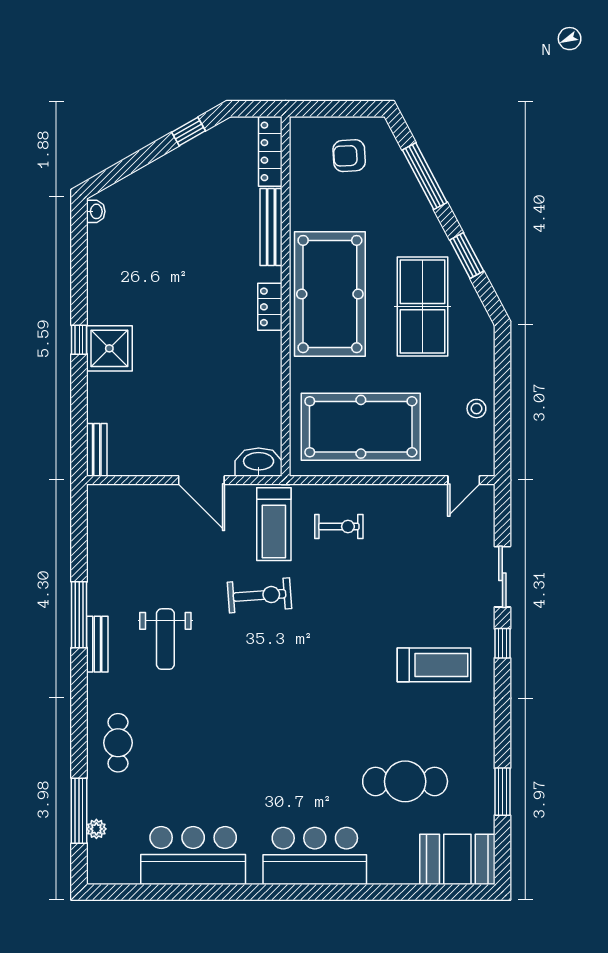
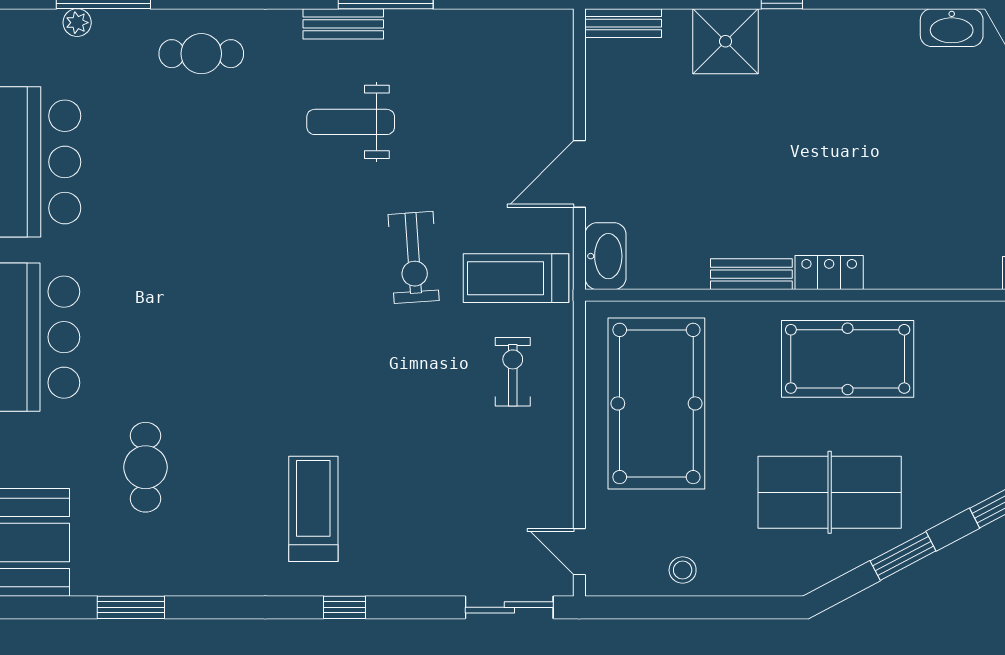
washbasin: (96, 211) -> (952, 28), width x1.91, depth x1.45
bench: (271, 227) -> (751, 274), moved, width x0.73
pool table: (330, 294) -> (848, 359), width x0.73, depth x0.76
shower: (109, 348) -> (726, 41), moved
exercise bike: (339, 527) -> (513, 372), turned 180
sliding door: (502, 577) -> (509, 607), moved
treadmill: (434, 665) -> (313, 509), turned 180
cafe table: (405, 781) -> (145, 467), width x0.73, depth x0.74

